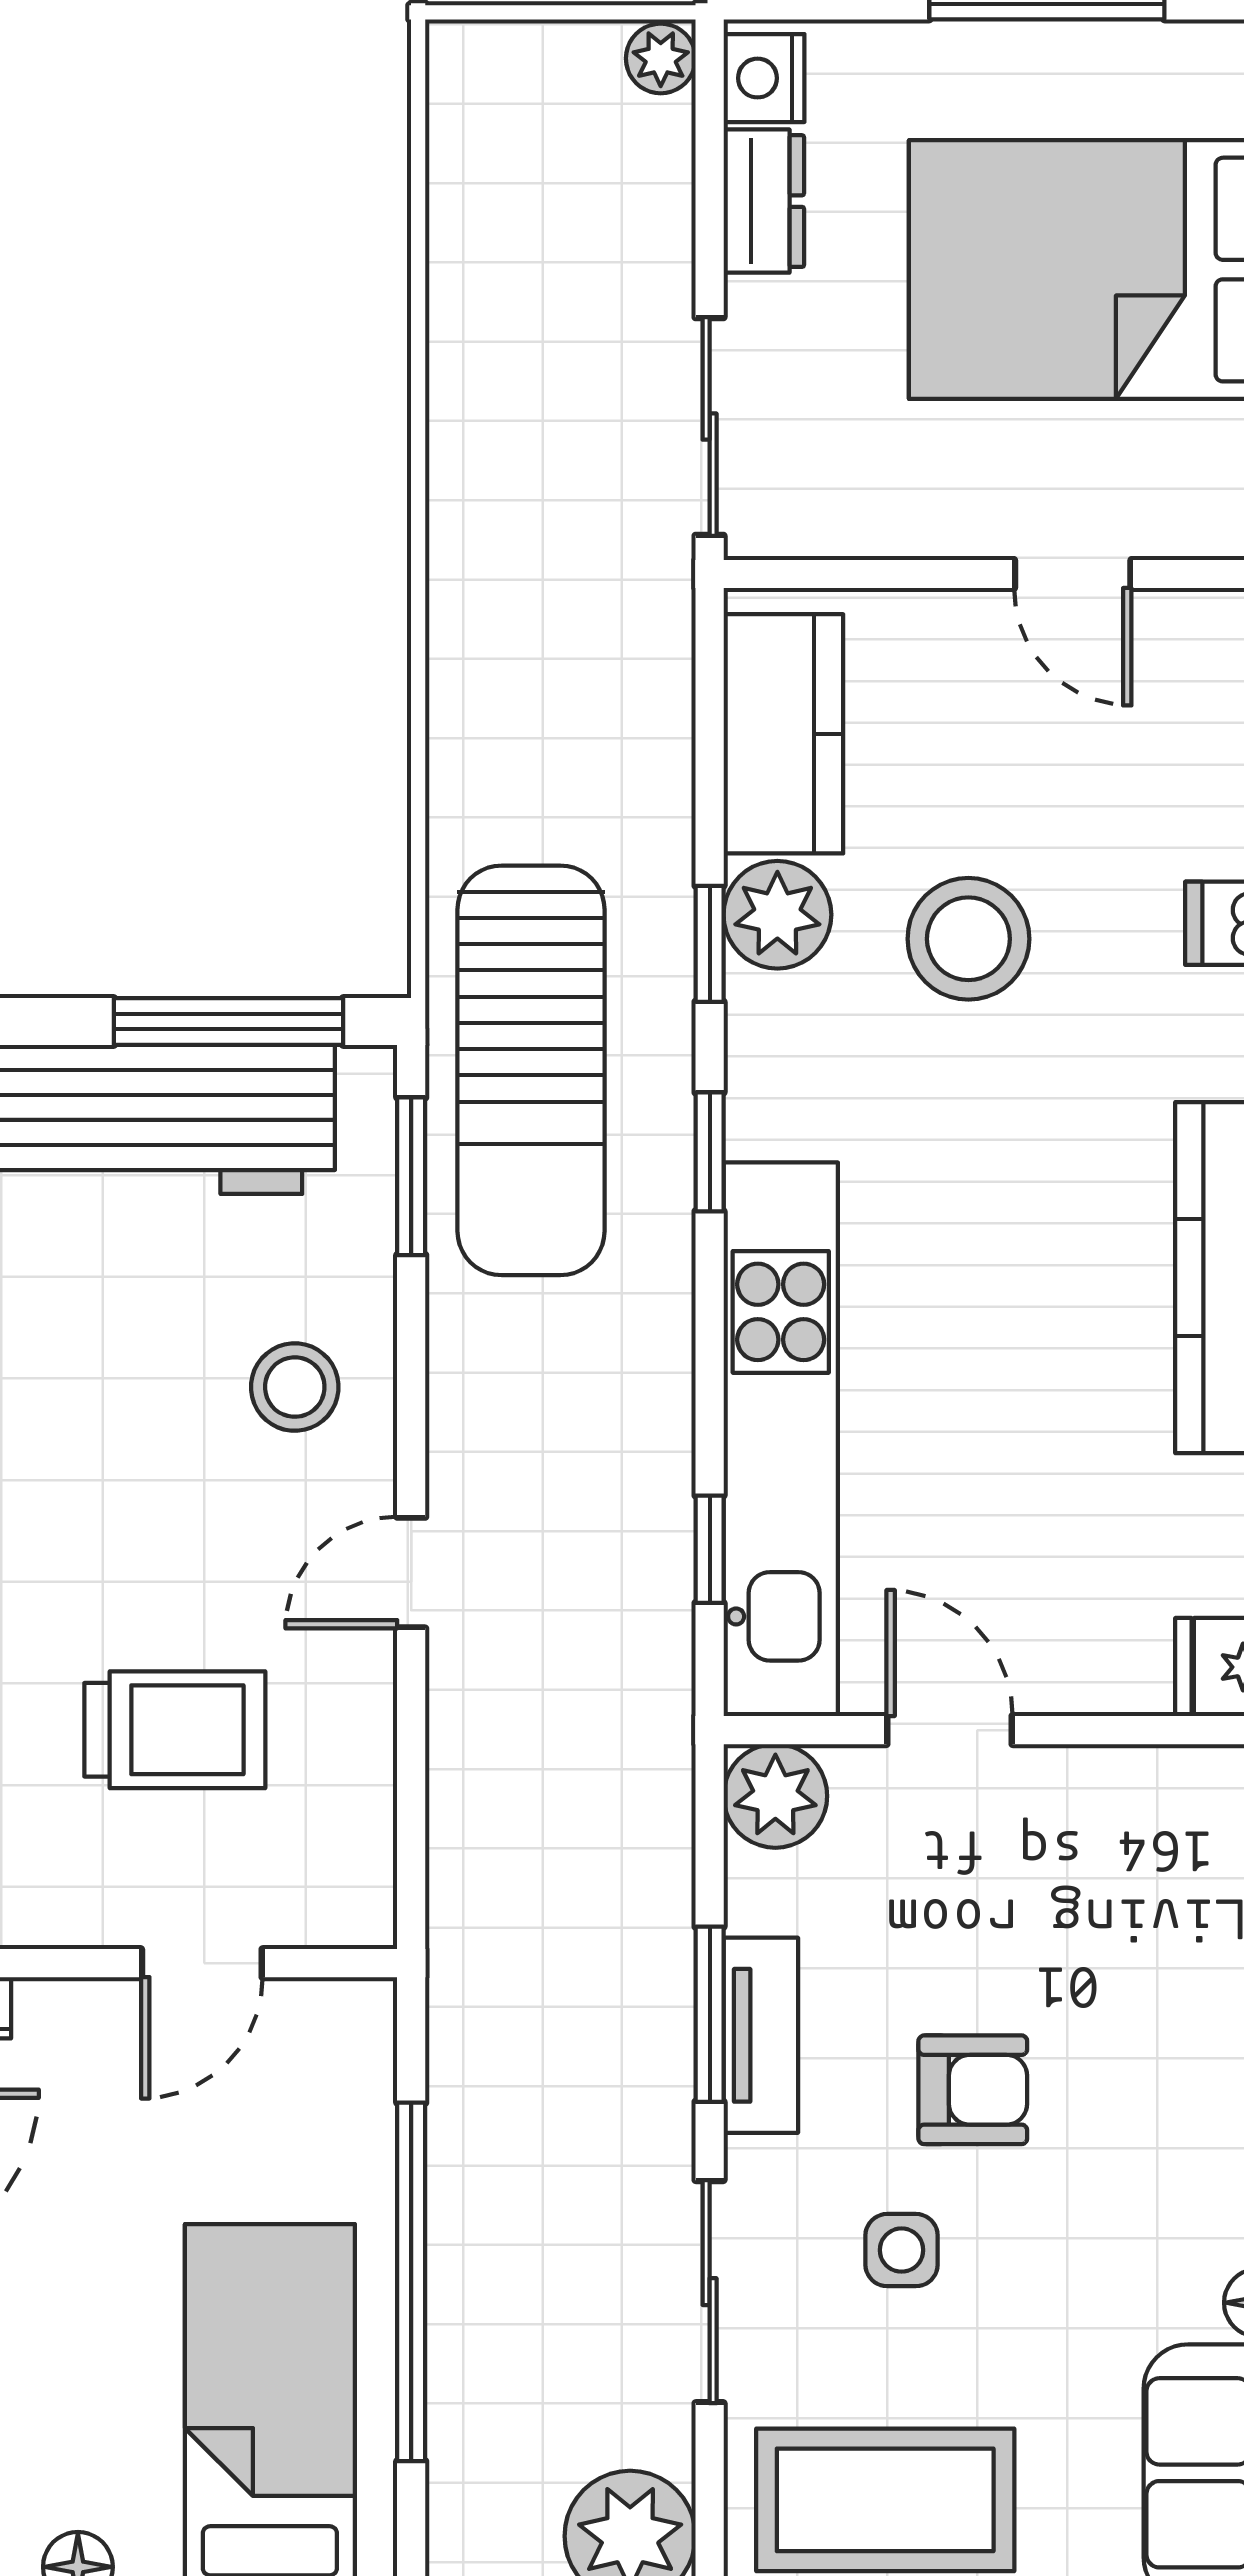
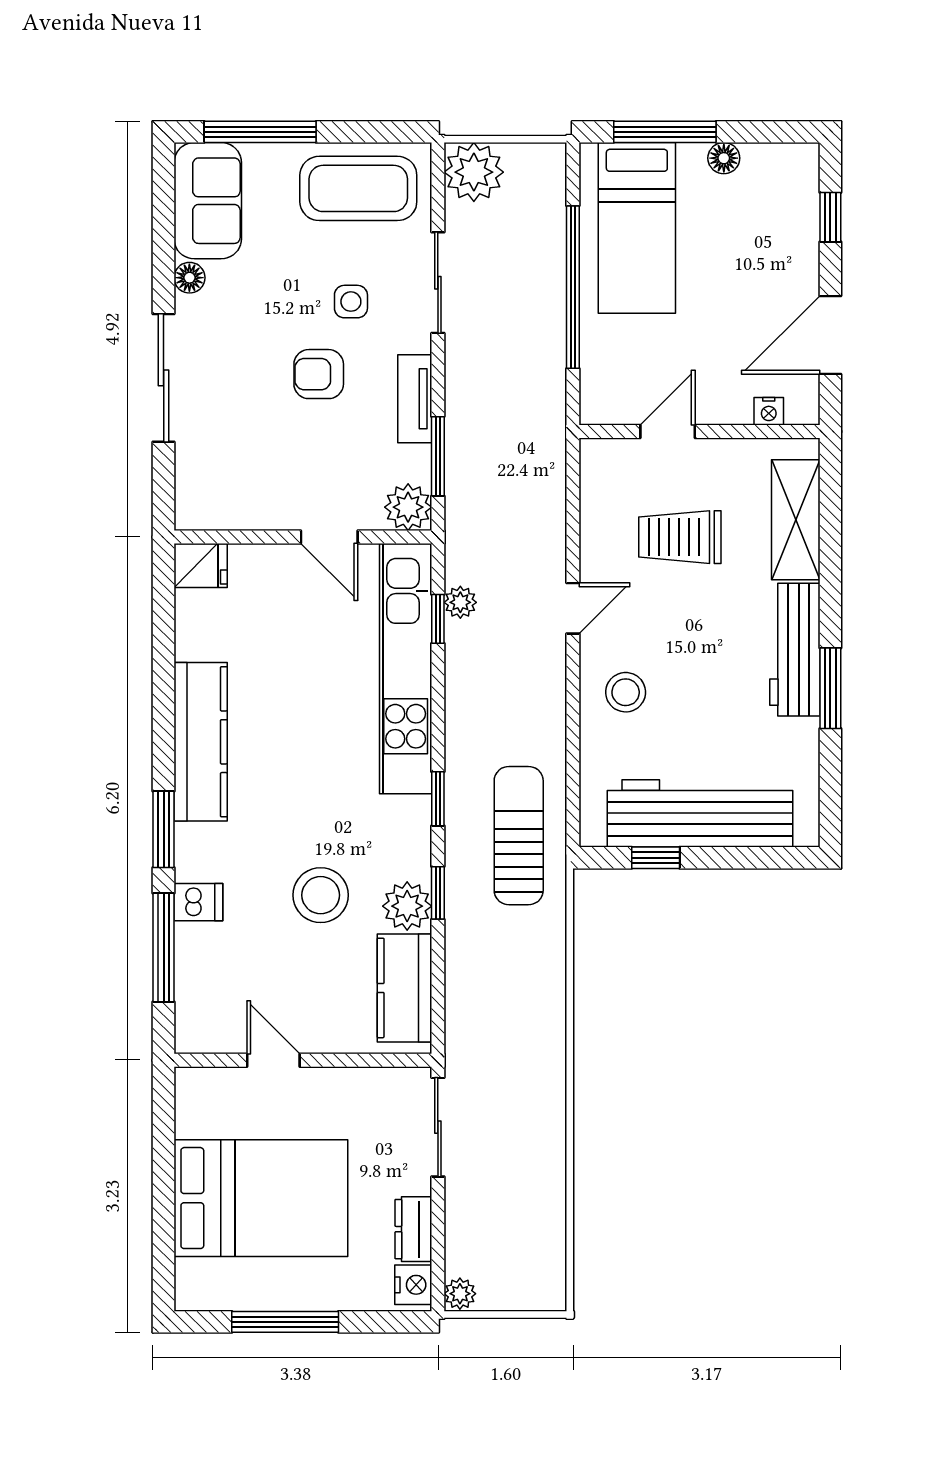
window: (228, 1022) -> (656, 858), width x0.46
sun lounger: (531, 1070) -> (519, 836), width x0.73, depth x0.75
window: (411, 1176) -> (573, 788), removed
plant: (660, 1586) -> (460, 602), added
window: (710, 2014) -> (438, 456), moved

